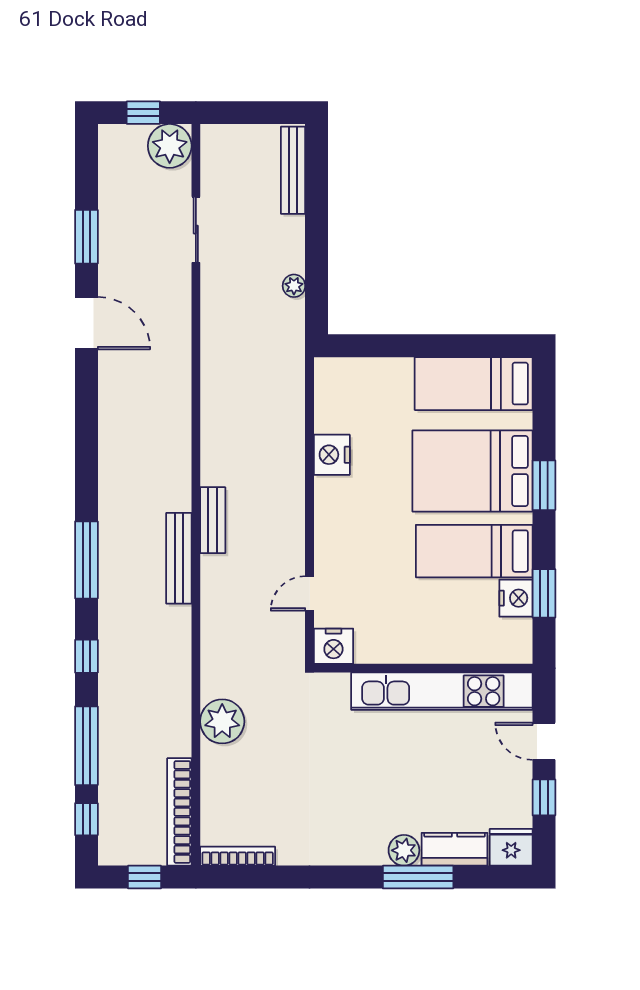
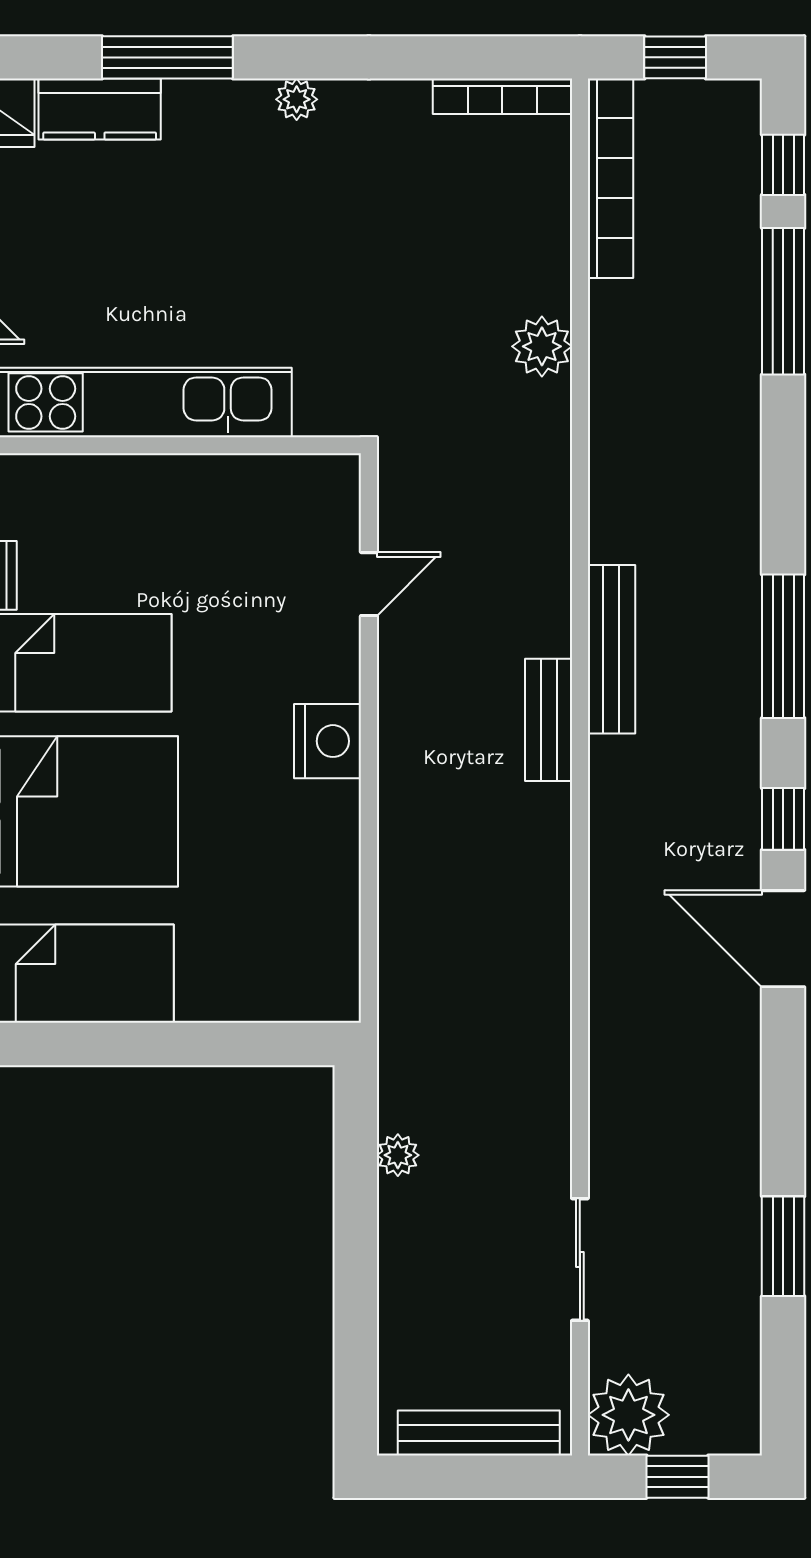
bench: (293, 170) -> (479, 1433), moved, turned 90
door: (86, 323) -> (783, 939), moved
nightstand: (332, 455) -> (328, 741), moved
nightstand: (333, 646) -> (324, 486), removed
window: (86, 656) -> (783, 819), moved
plant: (222, 721) -> (542, 346), width x0.73, depth x0.73
plant: (404, 850) -> (297, 99), moved, width x0.73, depth x0.73

